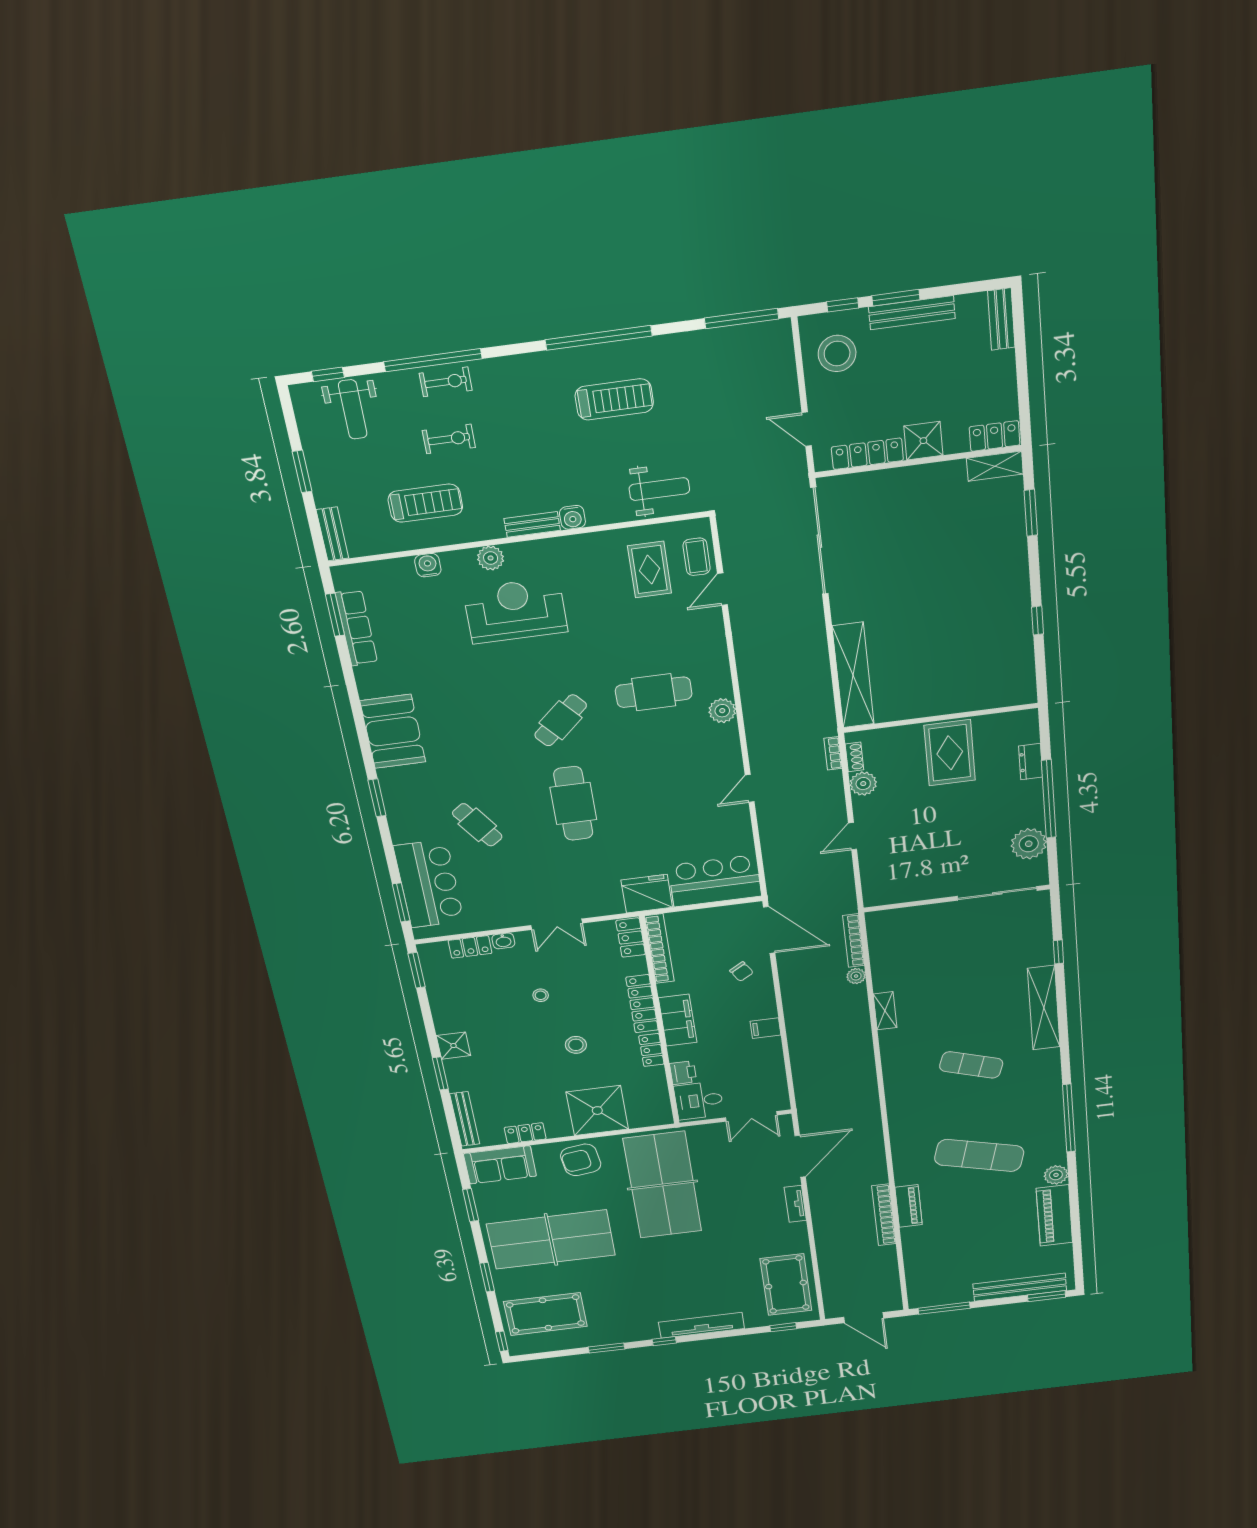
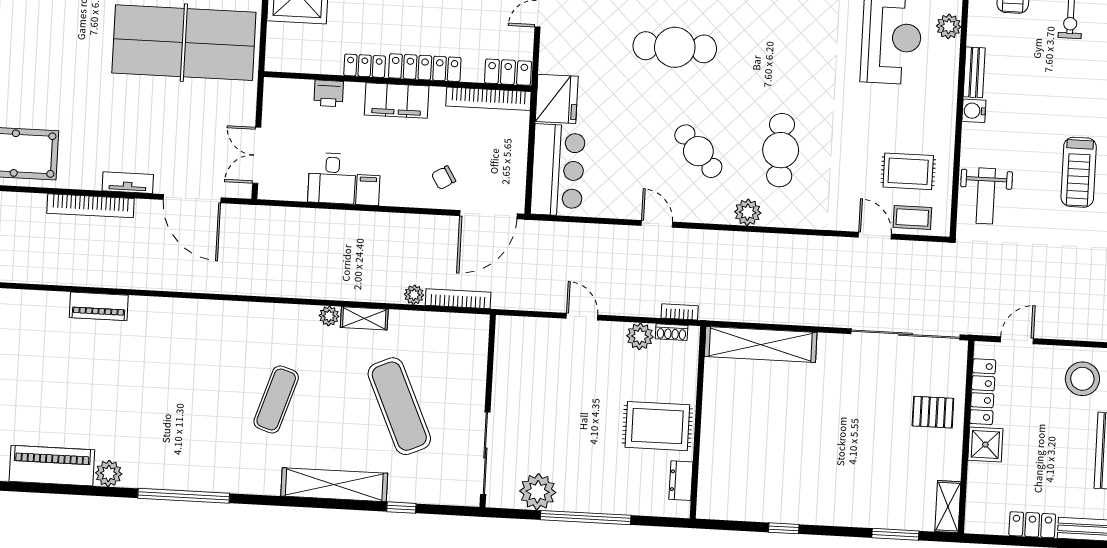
locker: (995, 436) -> (1032, 525), moved, turned -90
pallet: (897, 499) -> (933, 412), added
cafe table: (561, 720) -> (698, 151), moved
dresser: (1031, 762) -> (681, 481), moved, turned -90
plant: (888, 1038) -> (329, 316), added
desk: (699, 1101) -> (332, 178), moved, turned 180
exercise mat: (979, 1155) -> (399, 406), moved, turned -39
bookcase: (884, 1215) -> (90, 206), moved, turned 180

